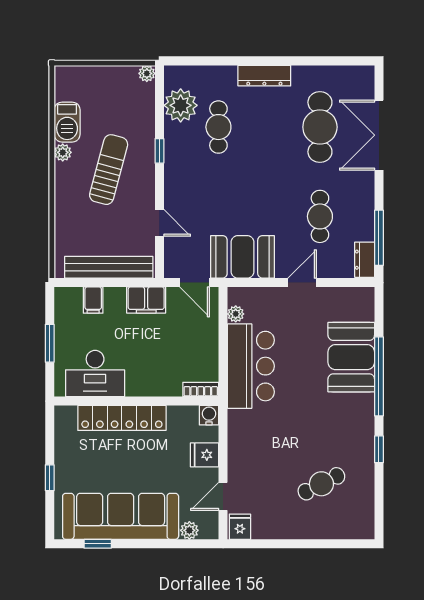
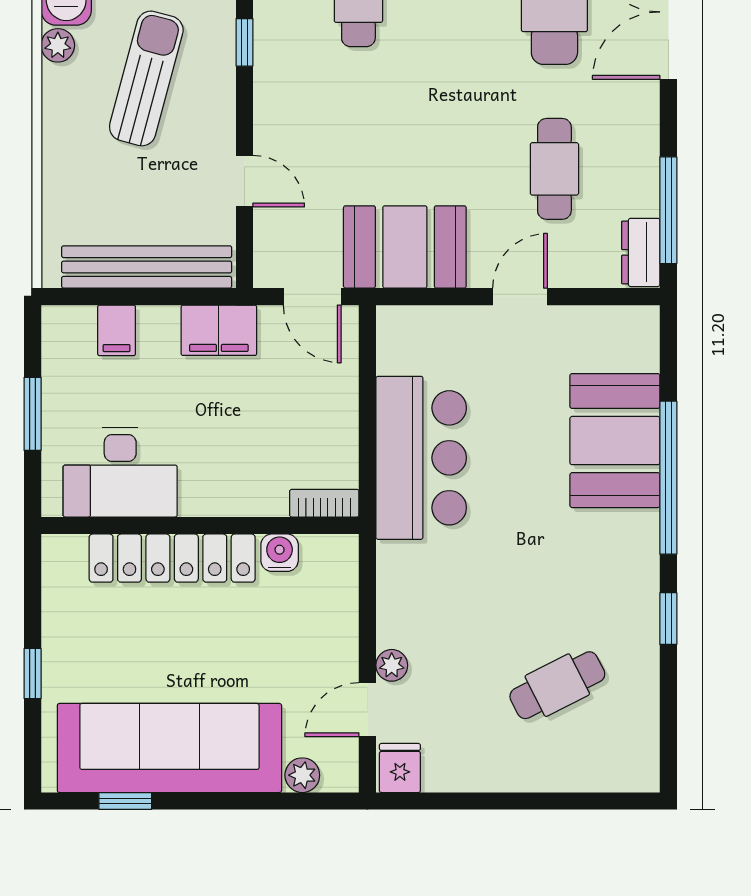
plant: (236, 314) -> (392, 665), moved
water cooler: (209, 415) -> (280, 553), moved
fridge: (204, 455) -> (332, 629), removed

